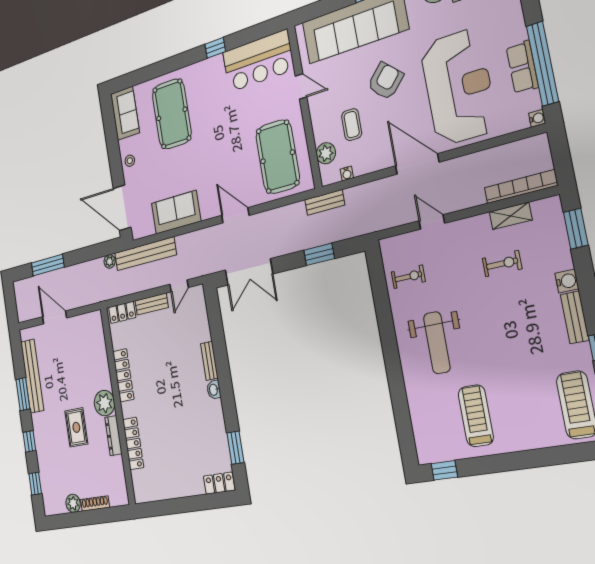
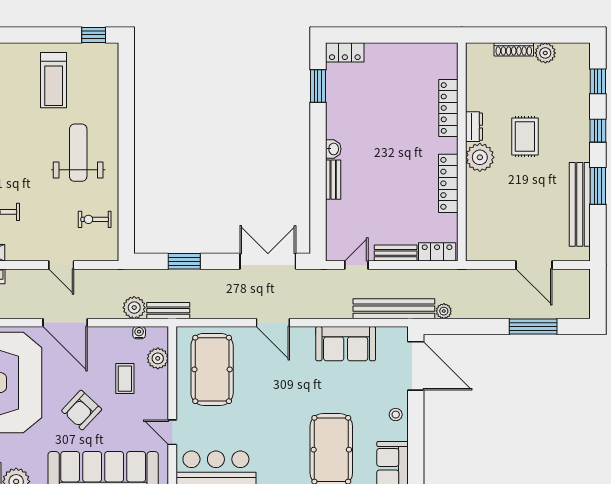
plant: (356, 197) -> (134, 308), added
dresser: (113, 436) -> (474, 127), width x0.70

